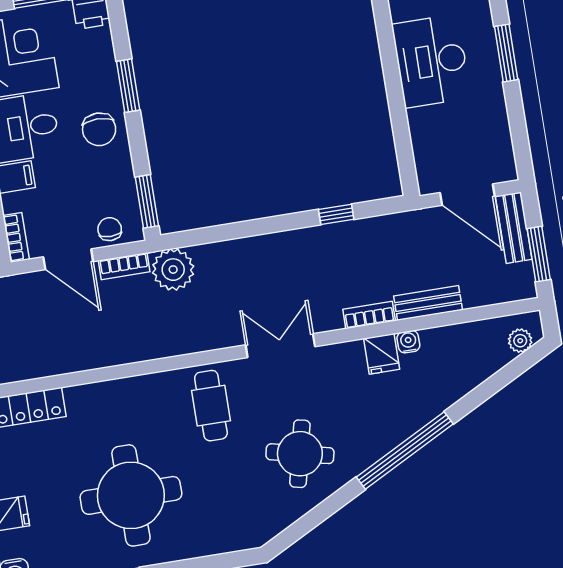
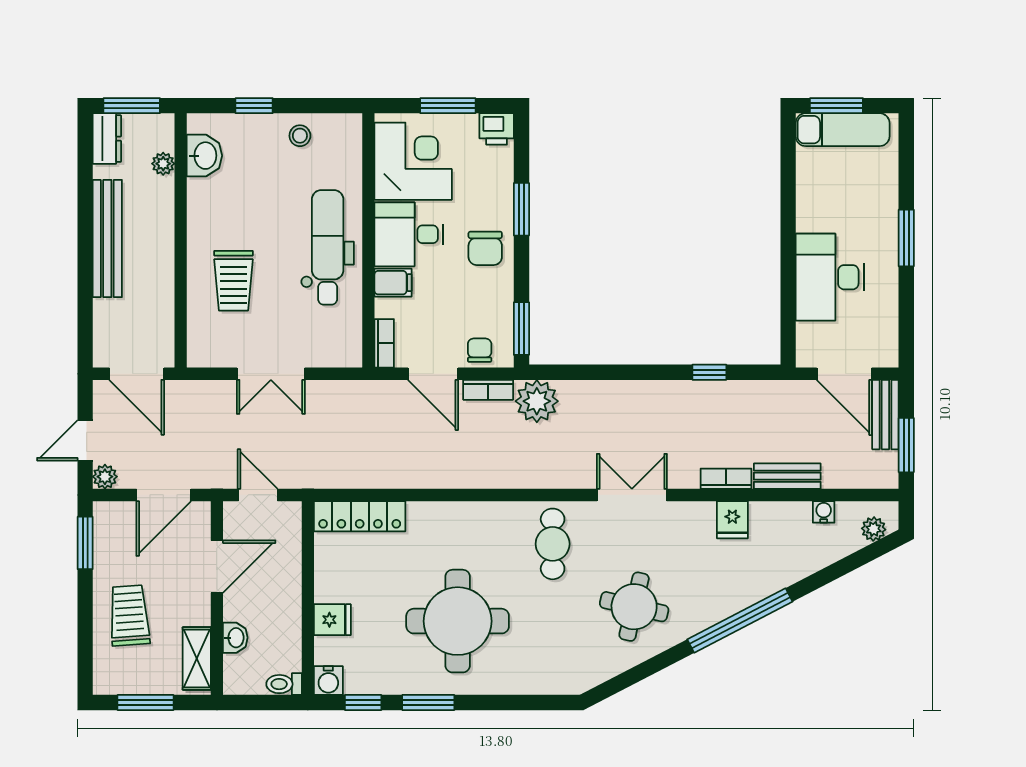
desk: (431, 61) -> (830, 277), moved
water cooler: (408, 342) -> (824, 512), moved

